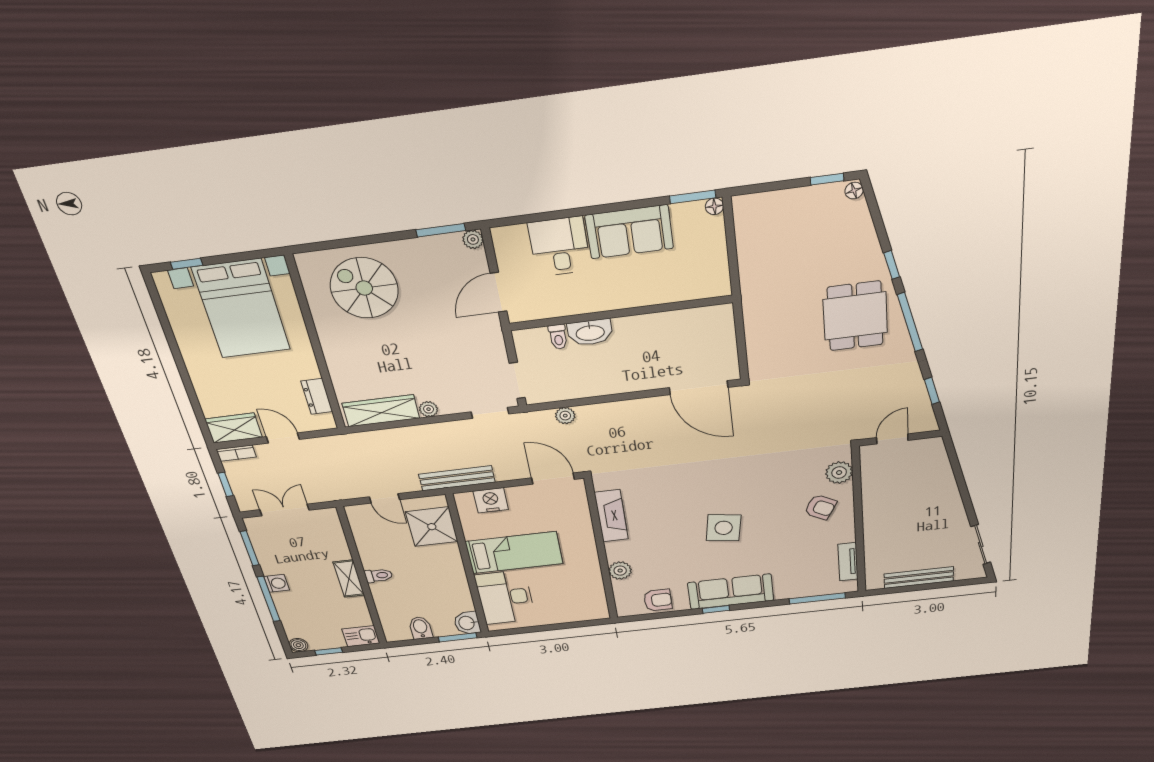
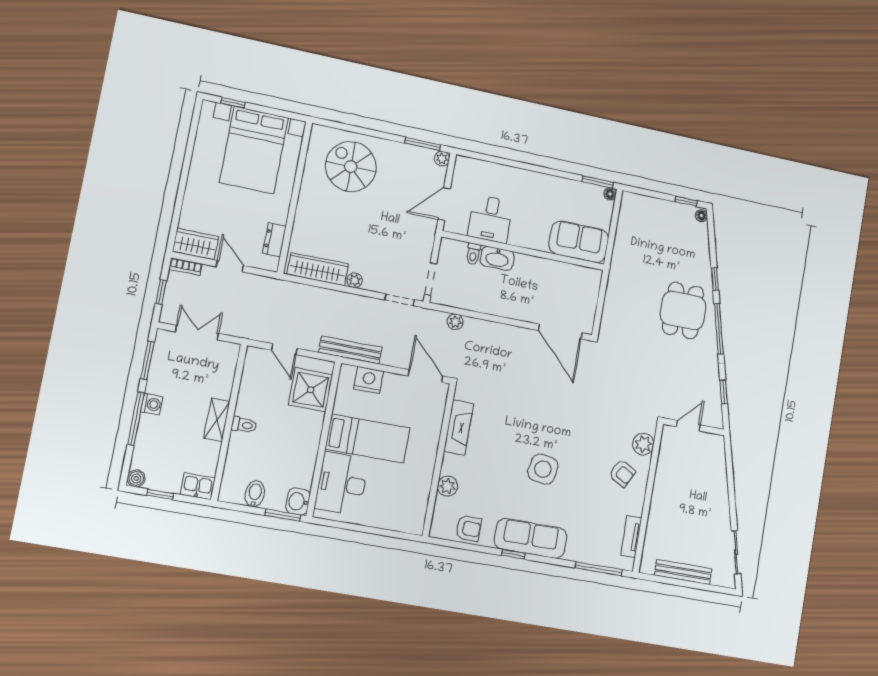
sofa: (629, 232) -> (579, 242), moved, turned 180
desk: (559, 247) -> (490, 219), moved, turned 180

